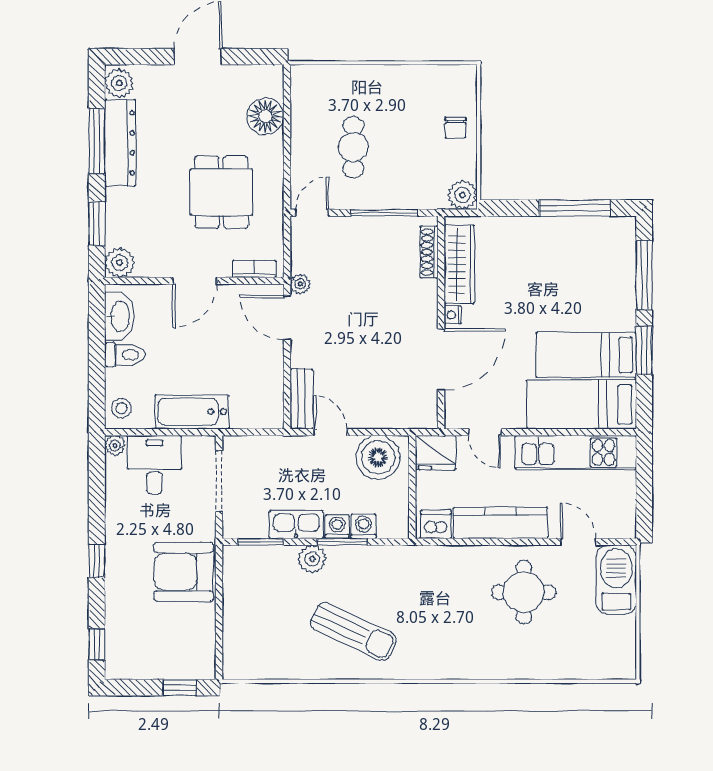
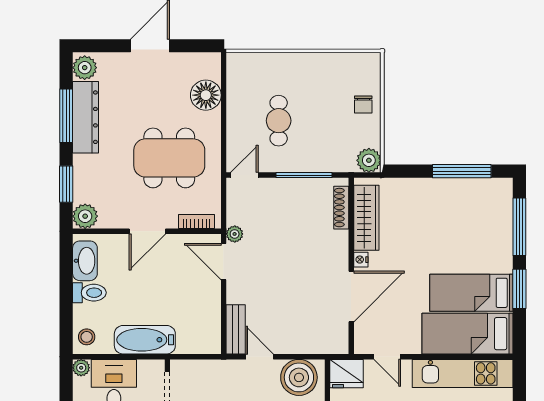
dining table: (221, 192) -> (169, 158), width x1.38

